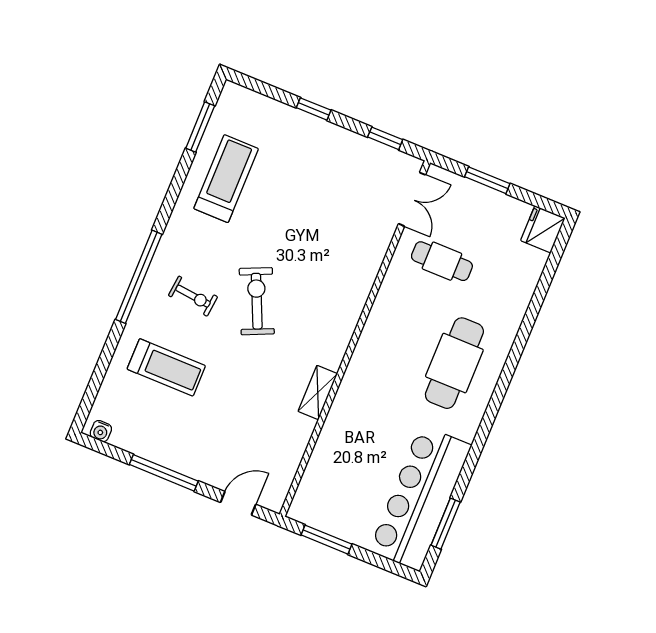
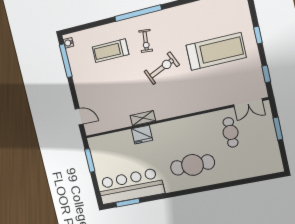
treadmill: (226, 179) -> (216, 51), moved, width x1.37, depth x1.38
fridge: (543, 229) -> (142, 135), moved, turned 180
treadmill: (166, 367) -> (110, 51), turned 90
window: (164, 473) -> (66, 61), moved

